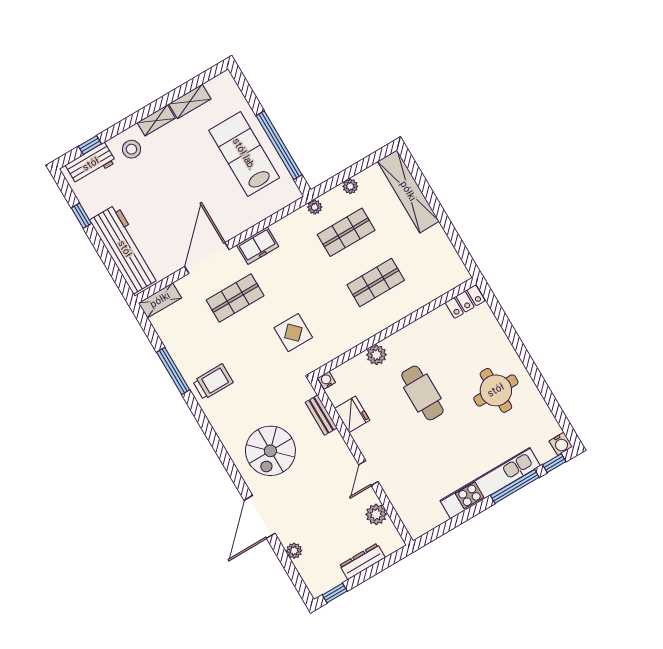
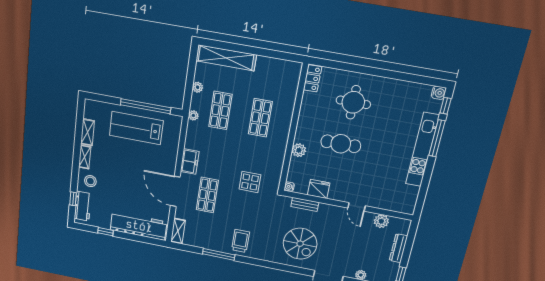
round table: (496, 390) -> (353, 102), moved

